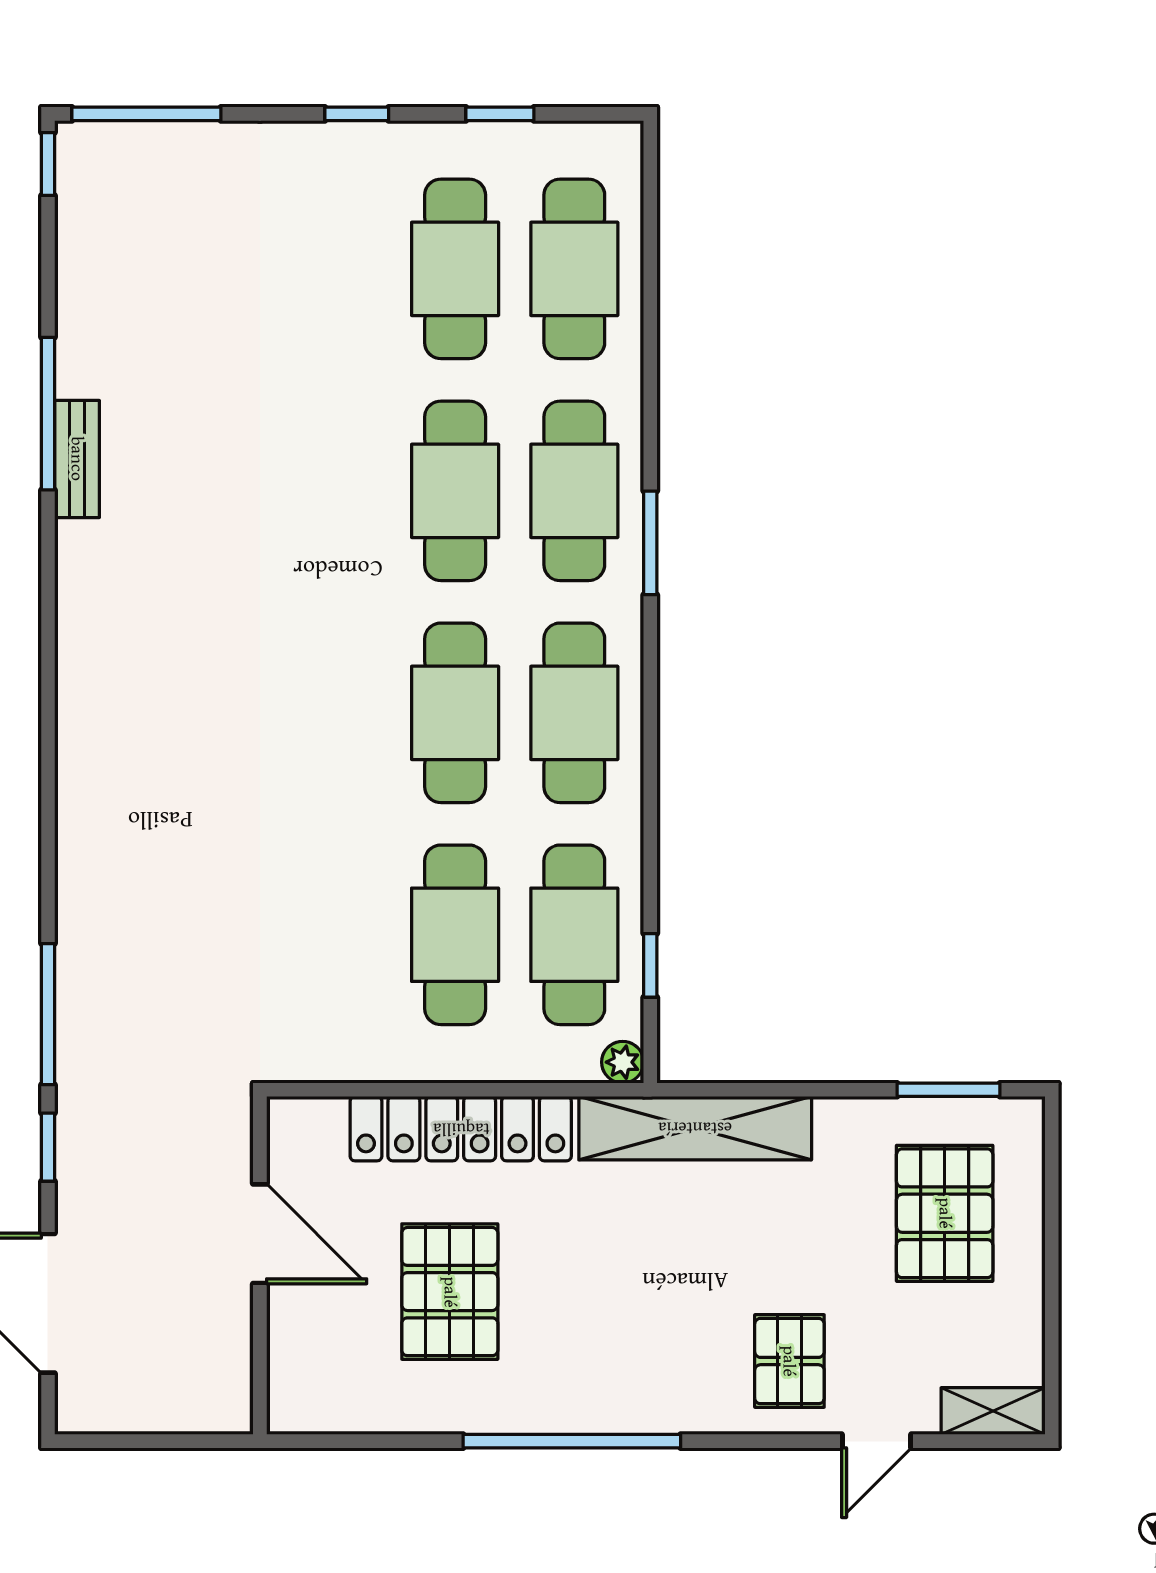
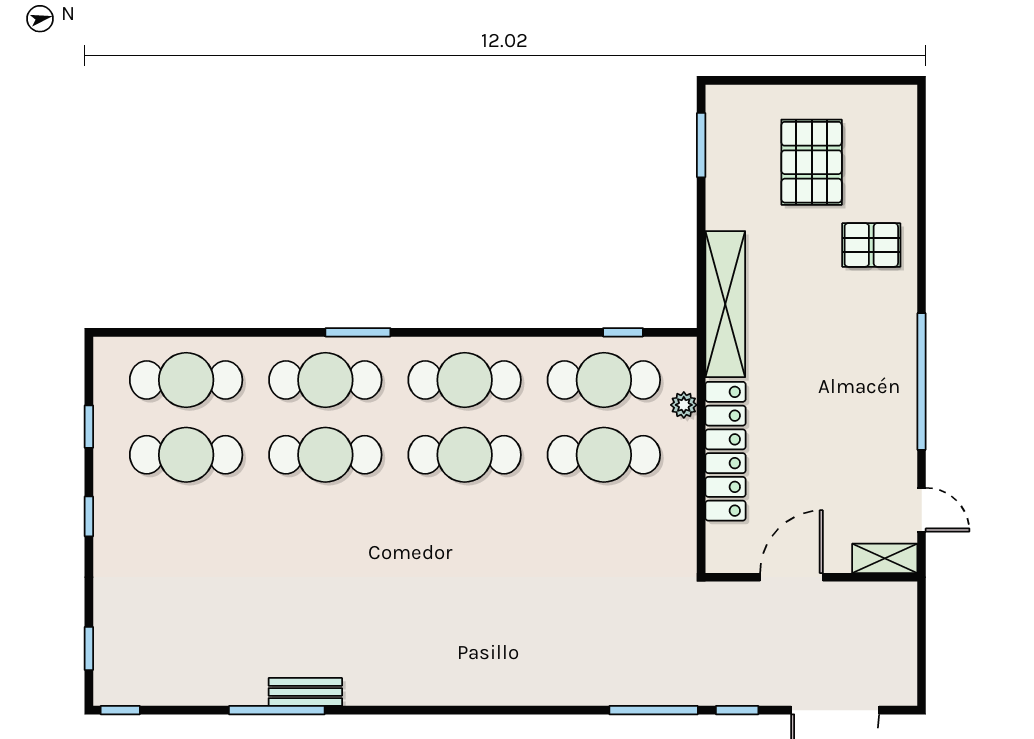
window: (146, 114) -> (89, 648), width x0.46
plant: (623, 1062) -> (684, 405), moved
pallet: (945, 1213) -> (812, 162), moved, turned 90
pallet: (450, 1292) -> (828, 458), removed
shelving: (993, 1411) -> (885, 558), moved, turned 90
door: (876, 1441) -> (922, 510), moved

